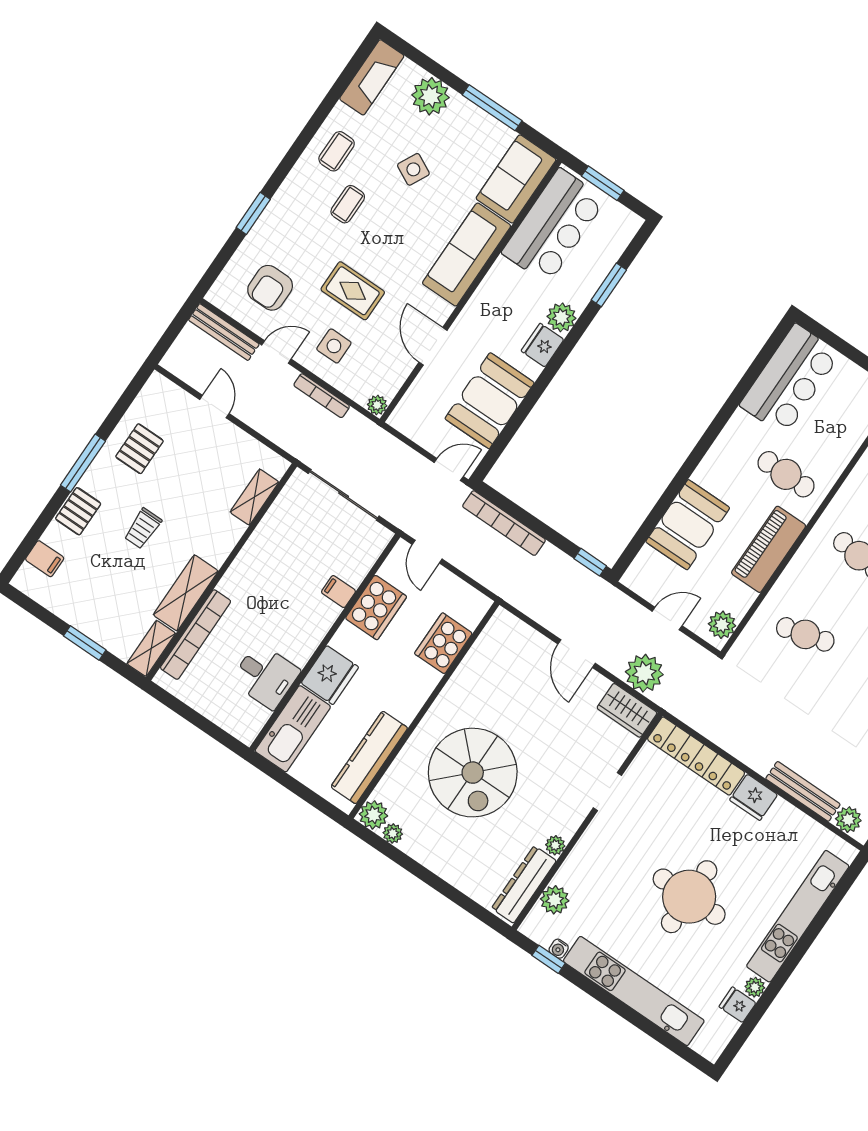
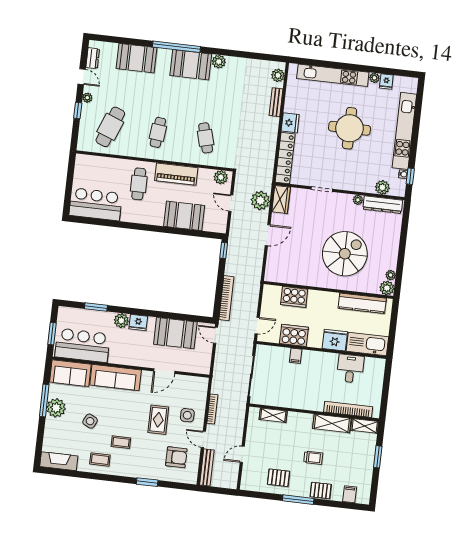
plant: (431, 96) -> (56, 408), moved
plant: (377, 405) -> (203, 382), removed
bench: (803, 791) -> (276, 102), width x0.73

